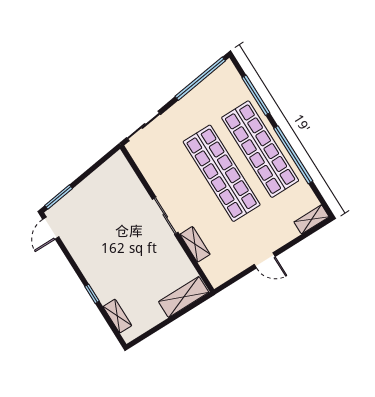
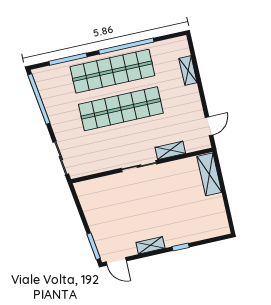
shelving: (311, 219) -> (188, 70), moved
door: (265, 260) -> (209, 126), moved
shelving: (117, 316) -> (150, 245), moved

